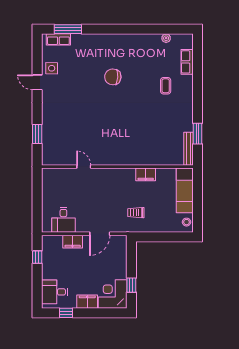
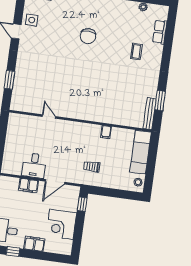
chair: (113, 77) -> (88, 36), turned -93
filing cabinet: (146, 174) -> (106, 132), width x0.50
desk: (63, 220) -> (34, 165), moved
window: (131, 285) -> (82, 204), moved
corner desk: (113, 294) -> (61, 224), moved, turned -90

